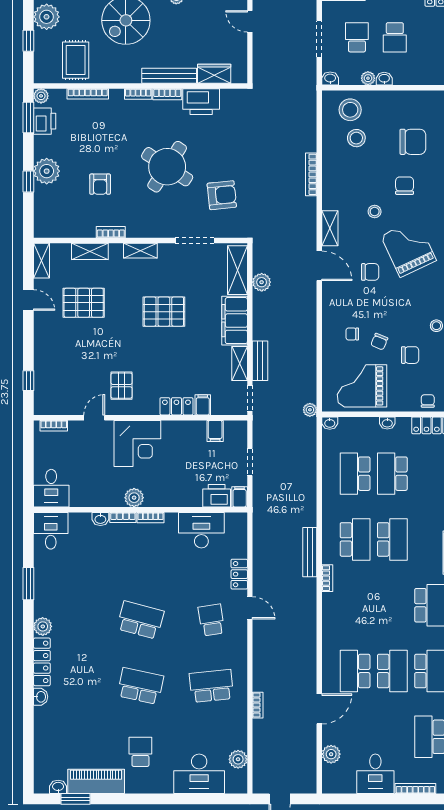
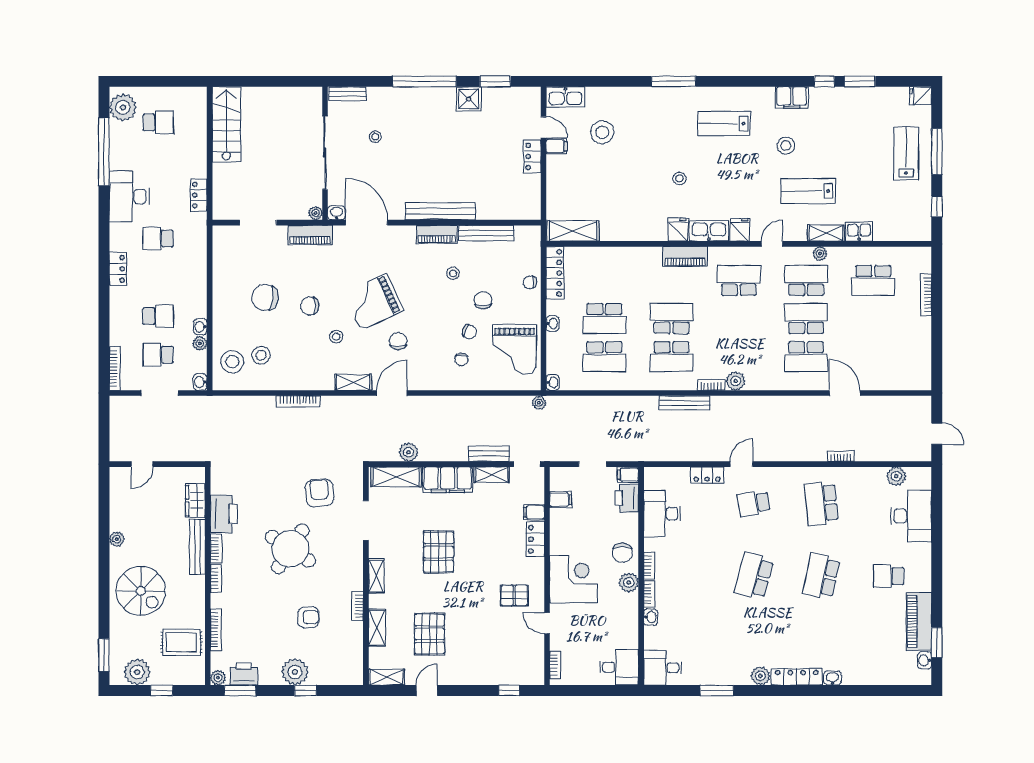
chair: (413, 142) -> (265, 298), turned -84
chair: (163, 491) -> (622, 553), added
school desk: (355, 539) -> (672, 357), turned 180
plant: (331, 754) -> (736, 381), moved
desk: (375, 774) -> (911, 336), removed

